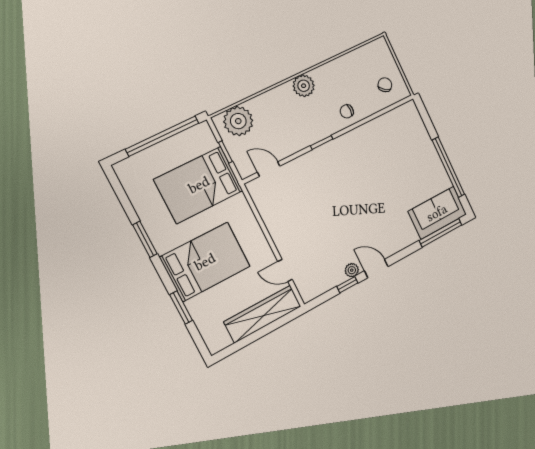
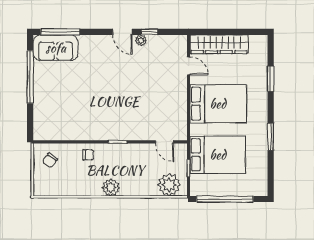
bed: (205, 262) -> (218, 104), moved, turned 180

